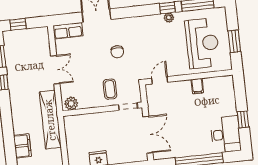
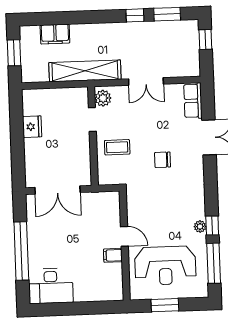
door: (160, 80) -> (124, 236), moved
doorway: (128, 106) -> (92, 119), moved
window: (243, 119) -> (68, 309), removed

